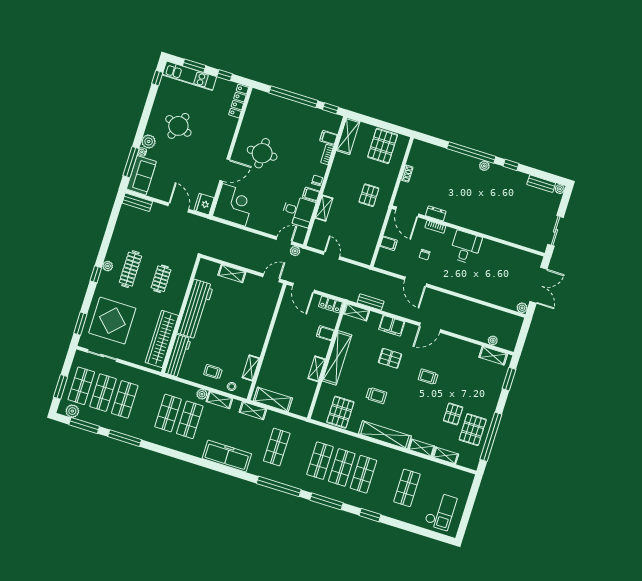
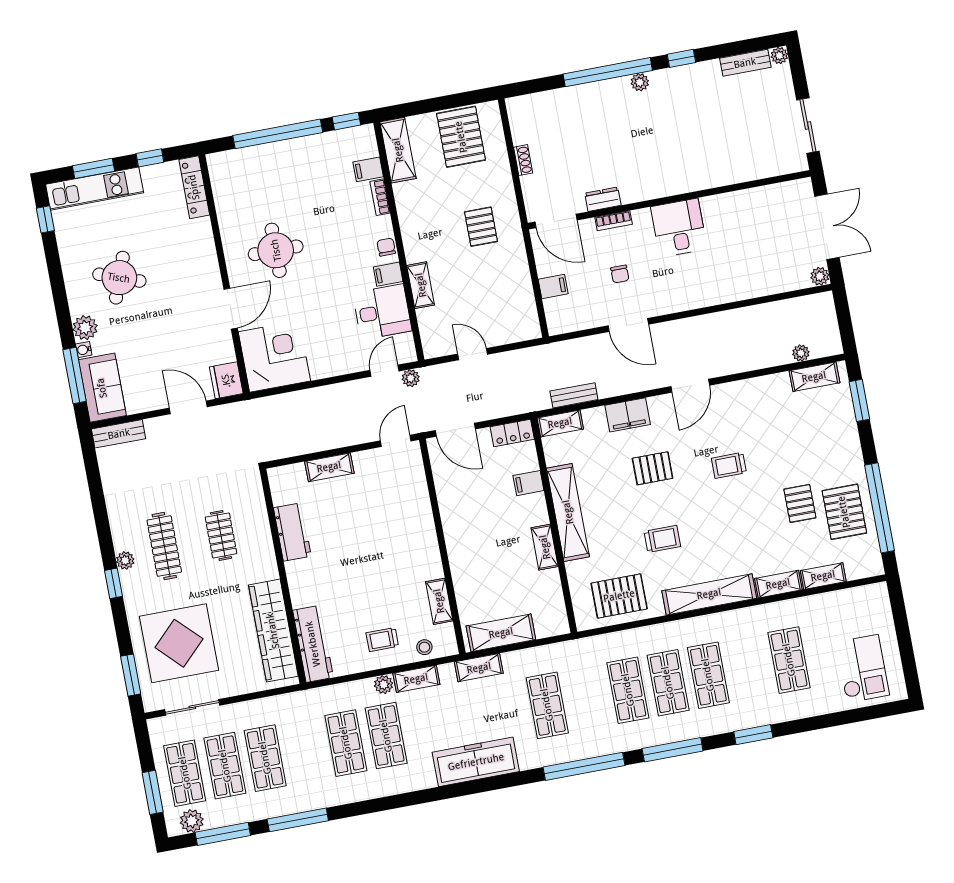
workbench: (195, 309) -> (292, 532), width x0.53, depth x0.76
pallet: (340, 412) -> (619, 596), turned 90

